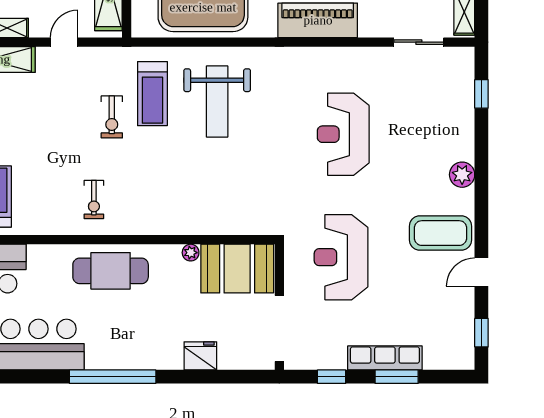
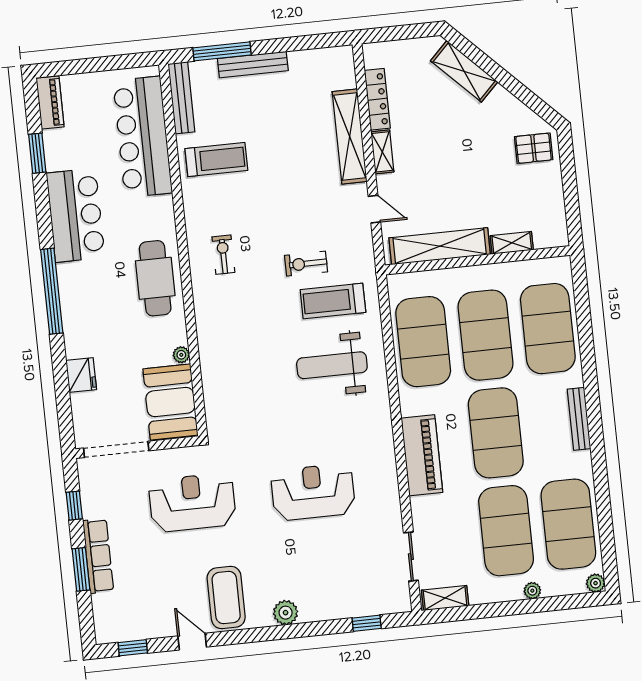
exercise bike: (94, 199) -> (223, 255), turned 90

